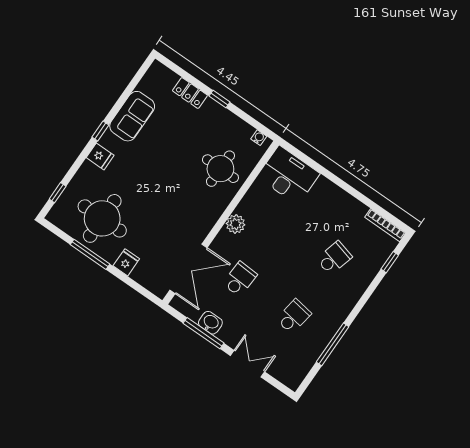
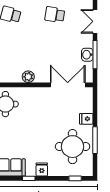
school desk: (240, 279) -> (55, 55), removed

